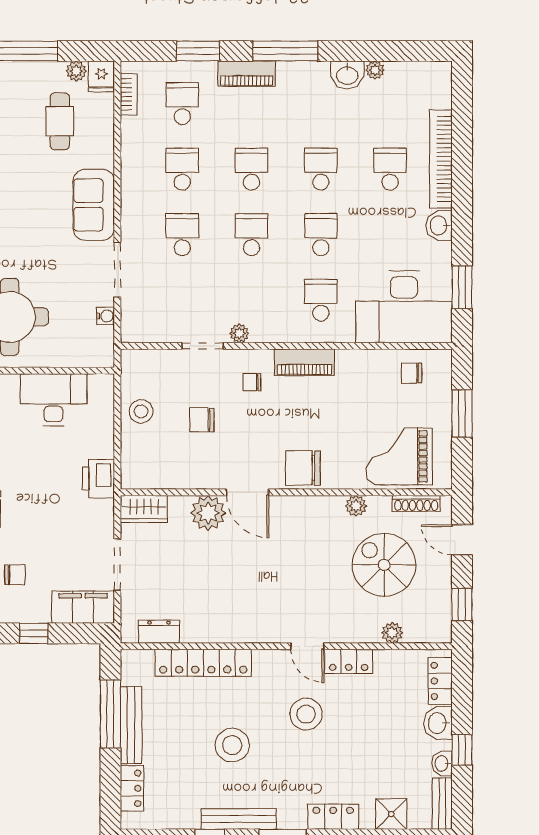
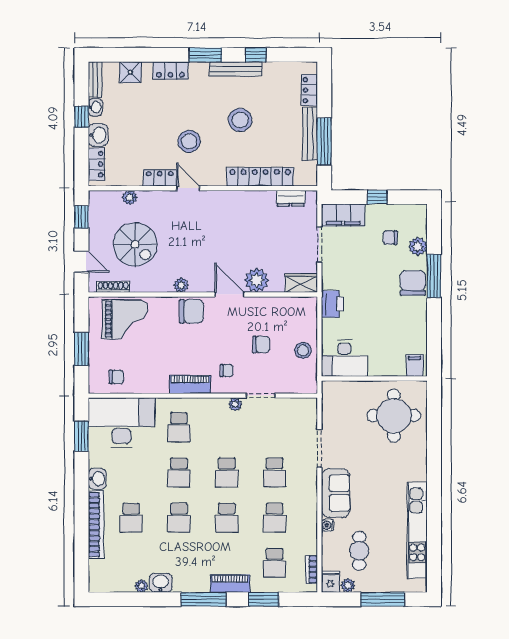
water cooler: (106, 316) -> (328, 525), moved
desk: (53, 400) -> (344, 358), moved
plant: (356, 506) -> (181, 285), moved

